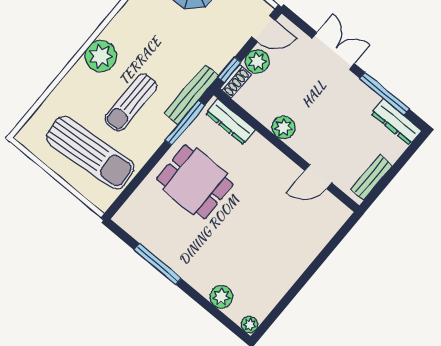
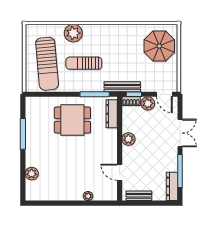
plant: (101, 56) -> (73, 33), moved
bench: (192, 95) -> (122, 87), moved
dining table: (195, 182) -> (72, 120), turned 90
plant: (250, 324) -> (88, 196), moved

